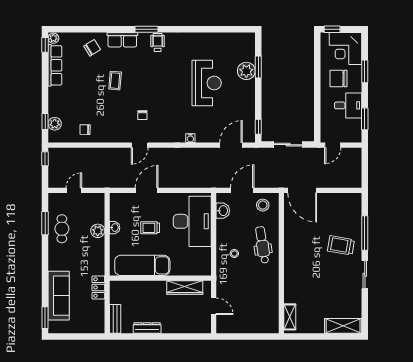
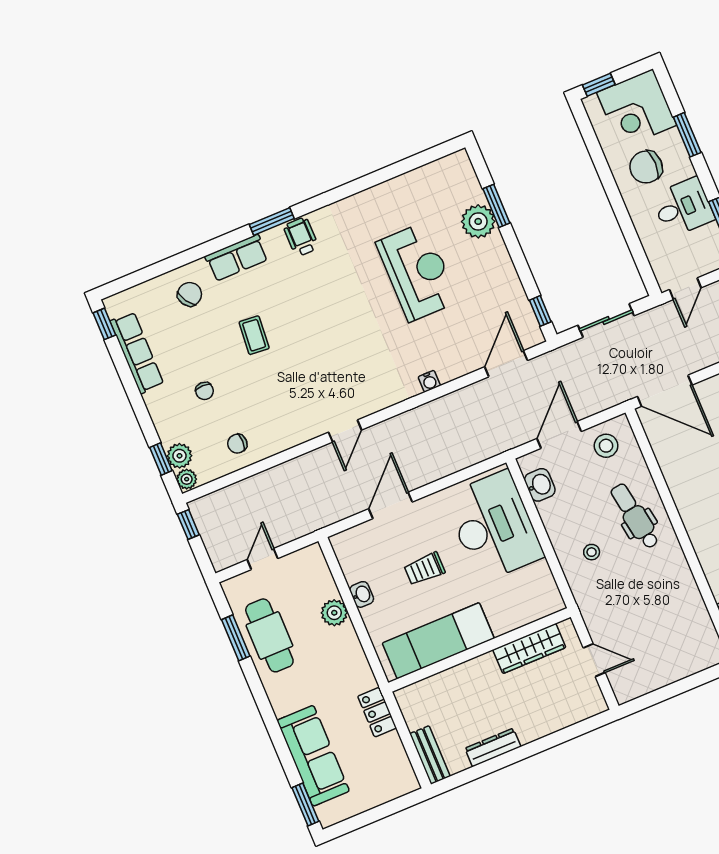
plant: (53, 38) -> (187, 479), moved
chair: (142, 115) -> (204, 391), moved
cafe table: (62, 229) -> (269, 635), width x1.37, depth x1.35

